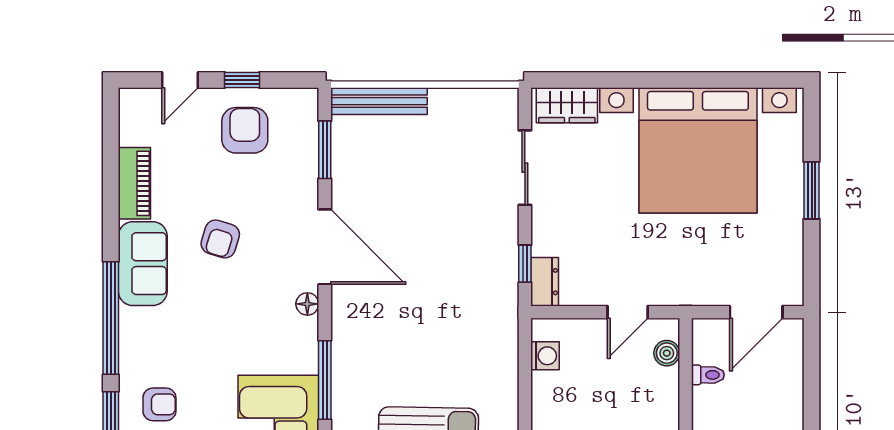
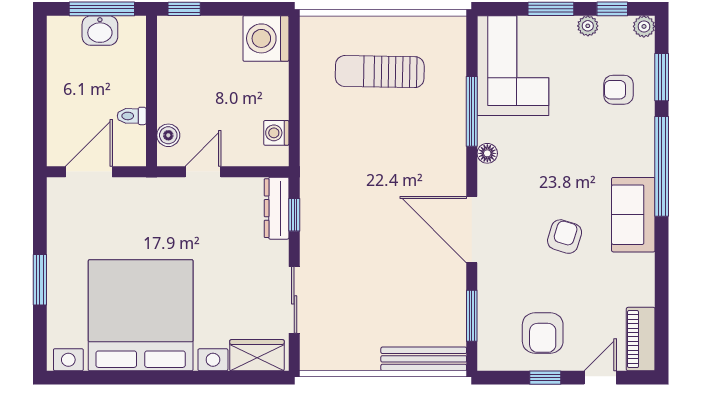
piano: (134, 183) -> (641, 339), moved
dresser: (545, 282) -> (277, 208), width x1.44
floor lamp: (307, 304) -> (487, 153), moved

